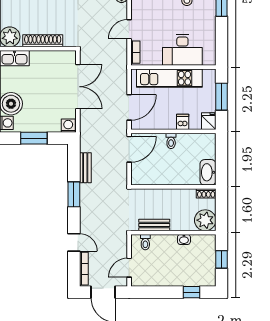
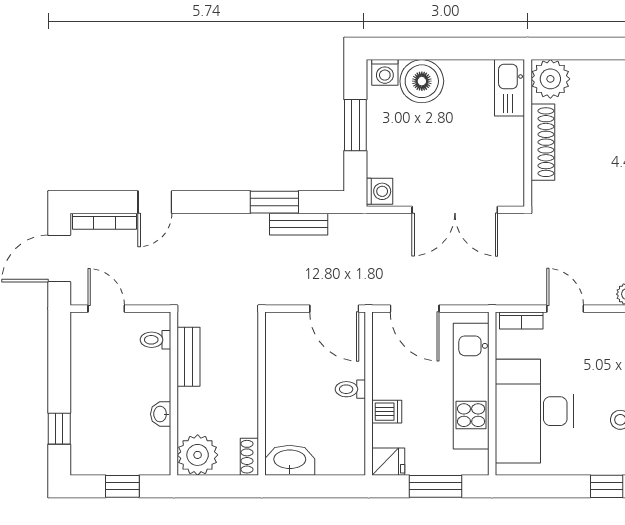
desk: (182, 50) -> (534, 411), width x1.36, depth x1.30
window: (74, 194) -> (274, 202), moved

